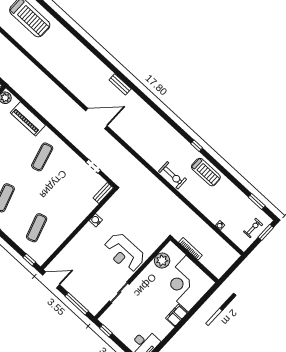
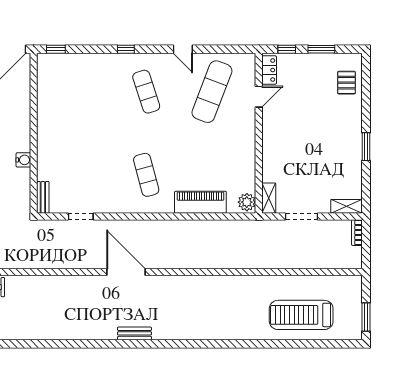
door: (96, 118) -> (126, 272), swing flipped
exercise mat: (37, 228) -> (80, 92), removed

